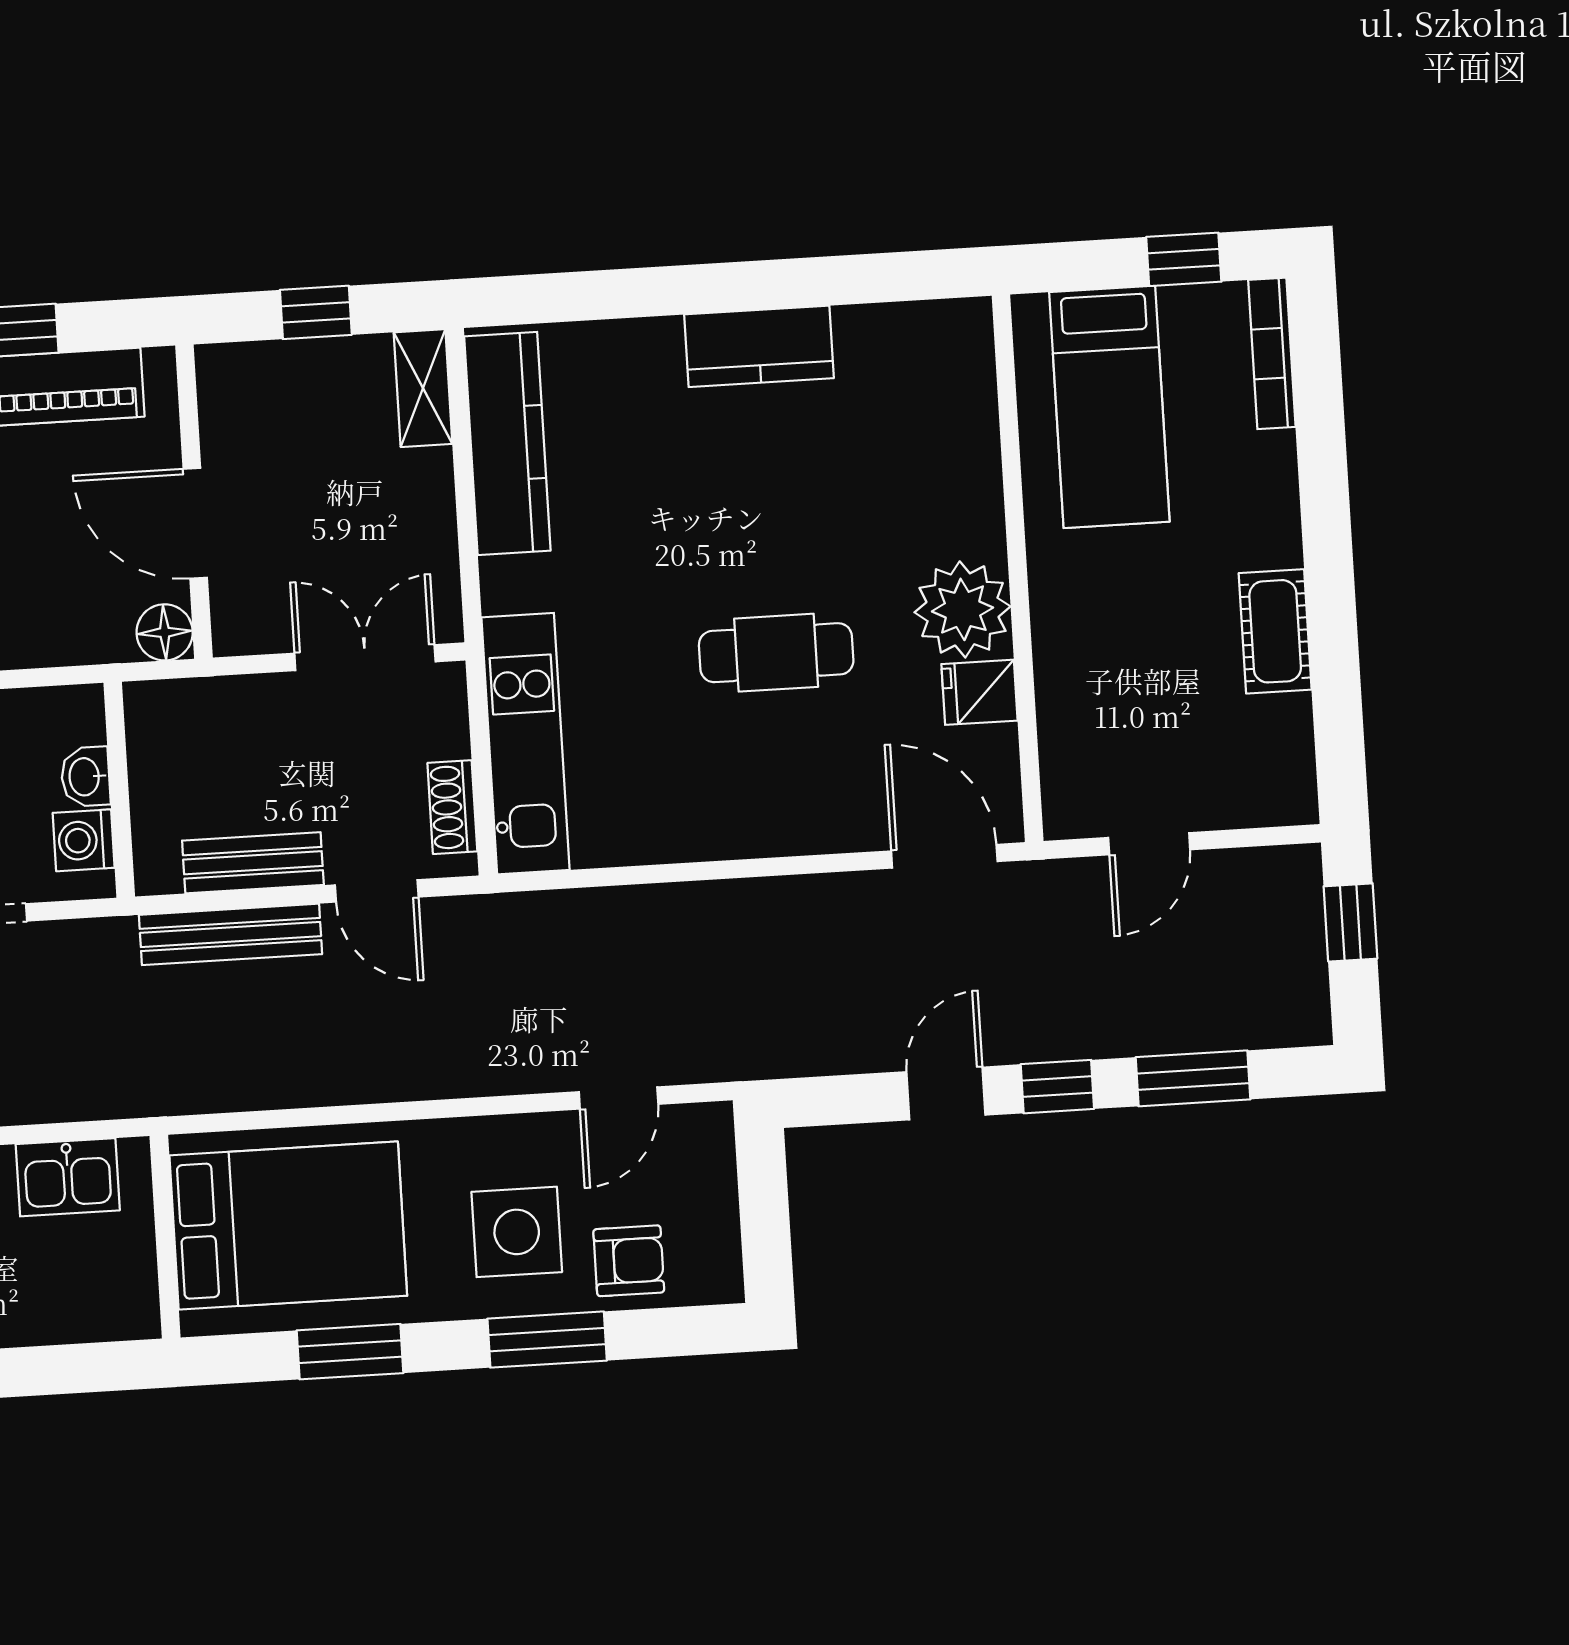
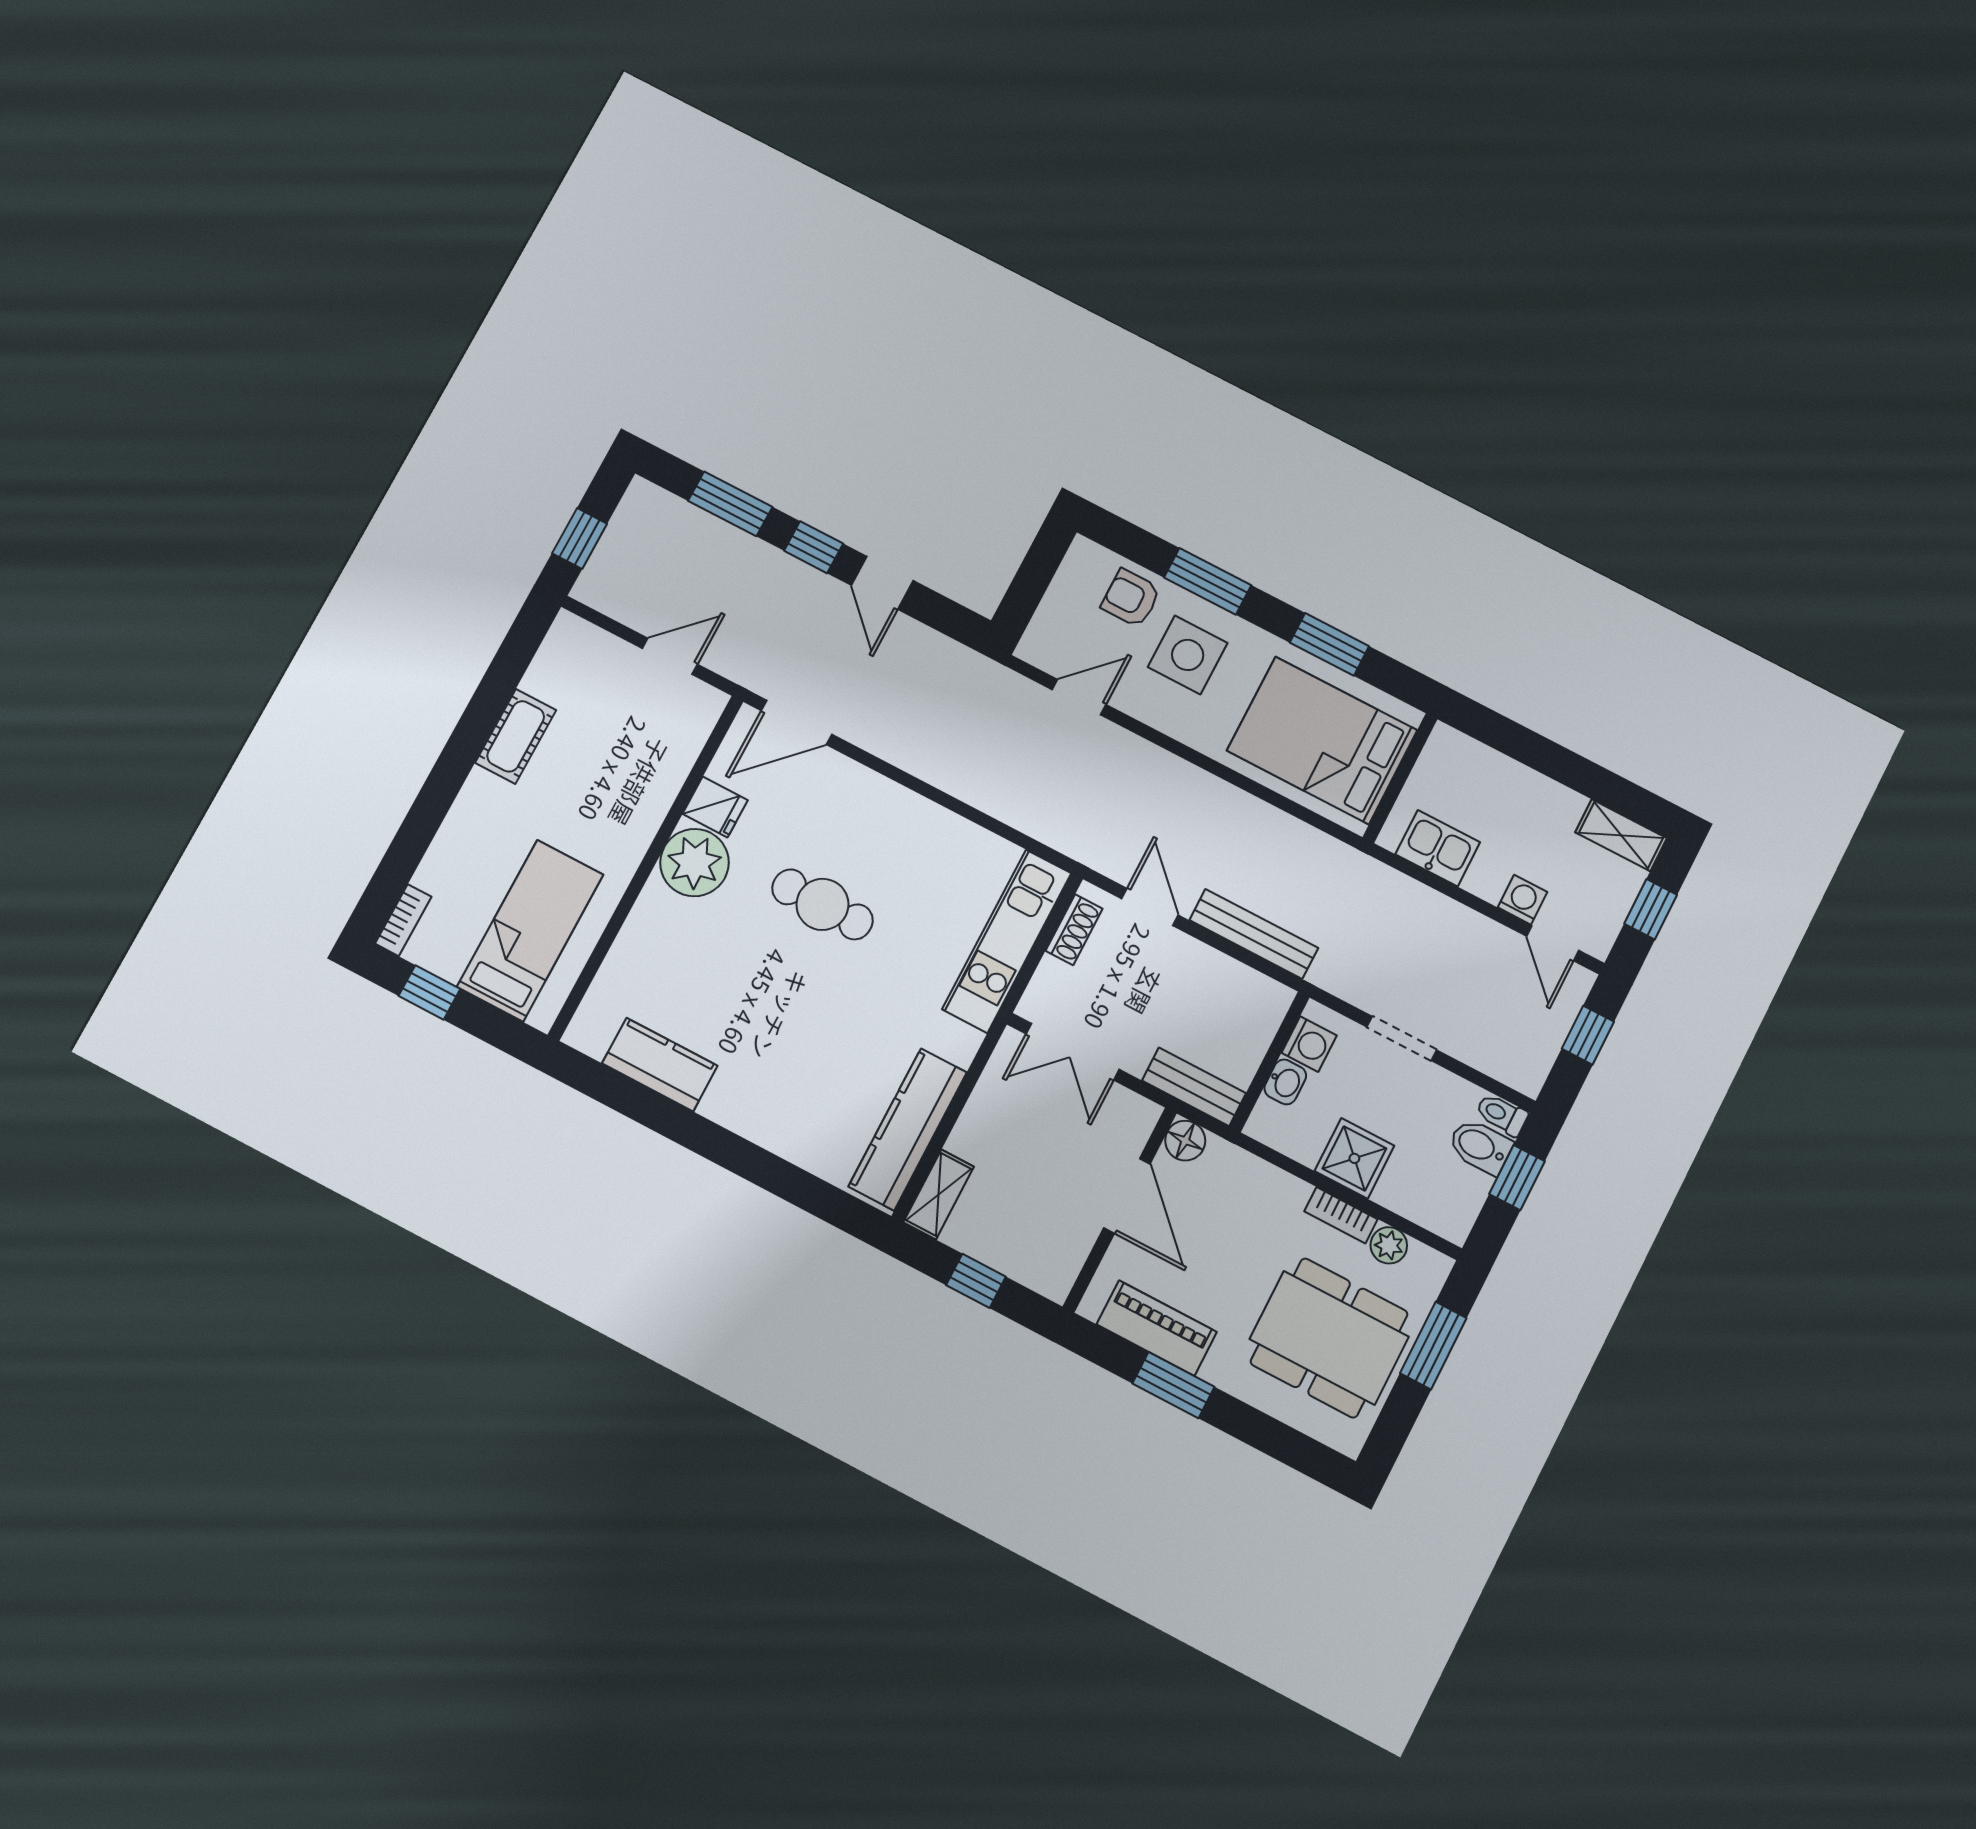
kitchen counter: (759, 346) -> (660, 1065), moved
bookcase: (1272, 353) -> (403, 920), width x0.64
door: (944, 856) -> (797, 723), hinge flipped
bench: (253, 863) -> (1194, 1087), moved
door: (946, 1093) -> (882, 583), hinge flipped

